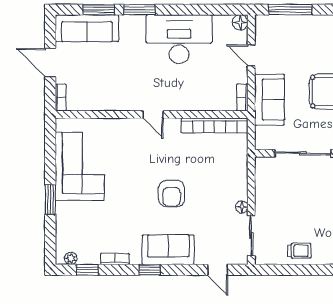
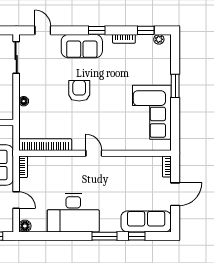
window: (99, 10) -> (137, 236), width x0.67
door: (50, 63) -> (175, 194), hinge flipped
floor lamp: (242, 207) -> (24, 101), moved

